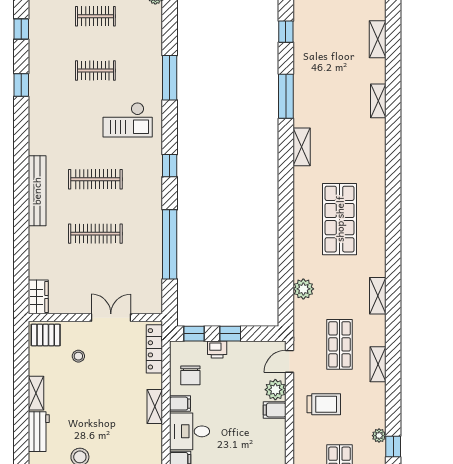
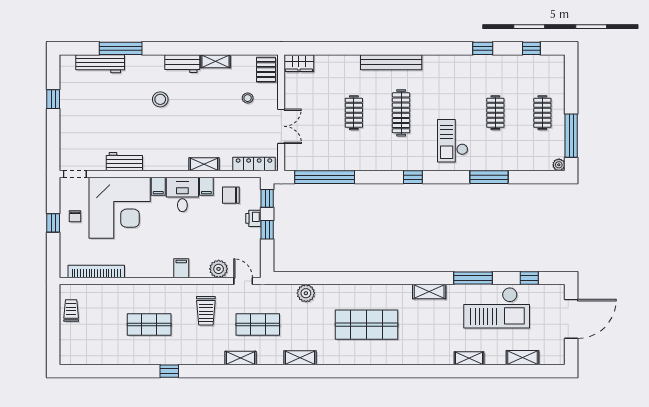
checkout: (320, 69) -> (497, 308), added
clothes rail: (95, 234) -> (354, 113), width x0.73
window: (170, 244) -> (325, 177), moved
filing cabinet: (275, 410) -> (181, 268), moved
plant: (379, 436) -> (179, 359), removed

